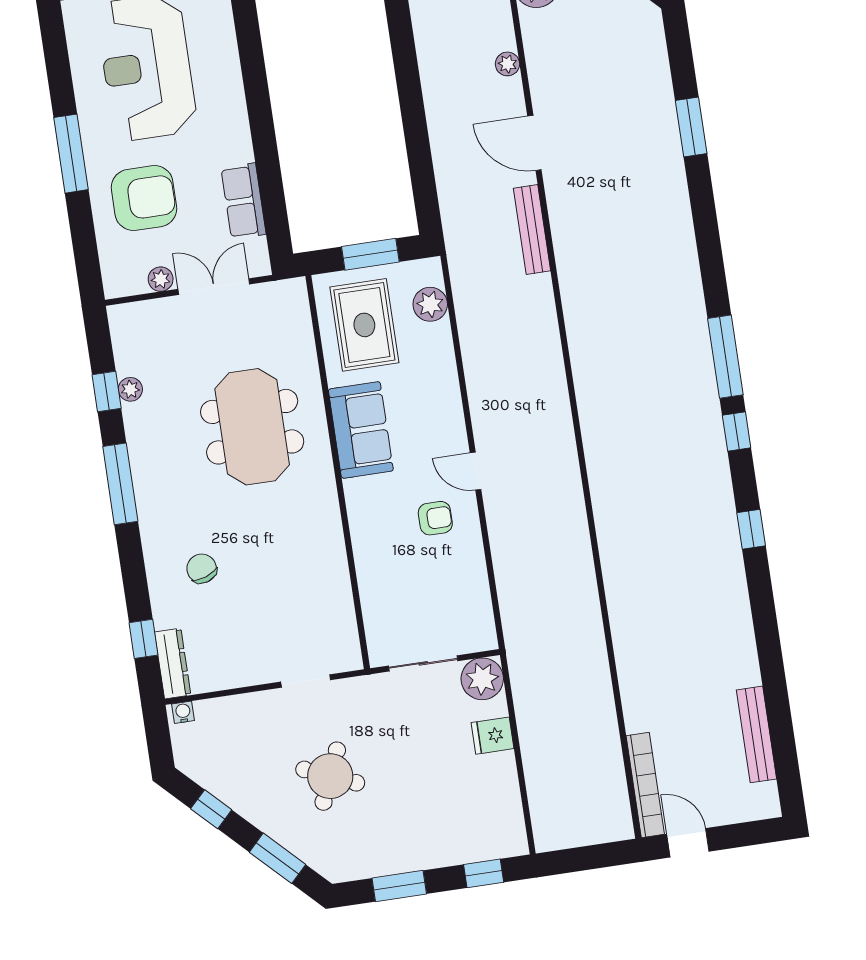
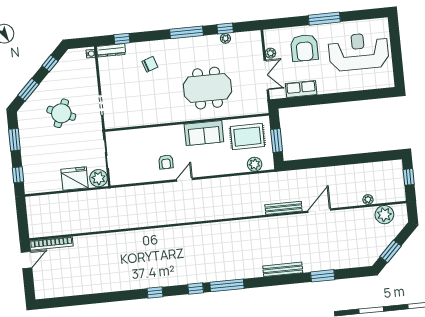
plant: (507, 64) -> (368, 200), moved
bench: (757, 734) -> (283, 269), moved
fridge: (493, 736) -> (75, 179), width x1.88, depth x1.34

